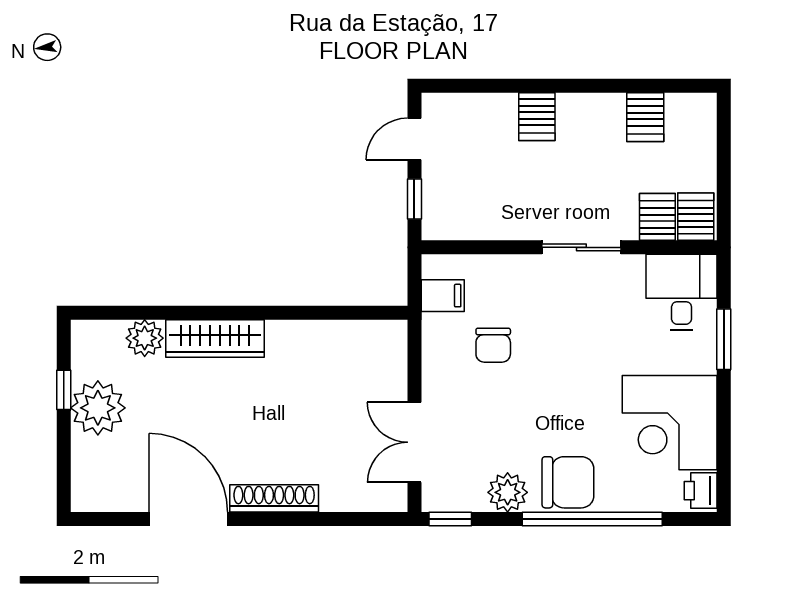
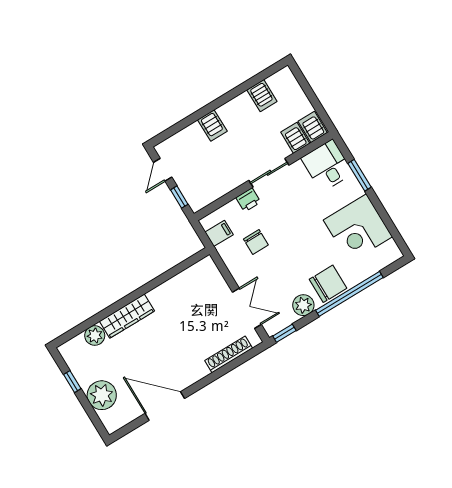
plant: (98, 408) -> (102, 395), moved
double door: (414, 442) -> (247, 308), swing flipped
printer: (701, 491) -> (248, 200), moved, turned -90
shoe rack: (274, 498) -> (229, 354), moved

